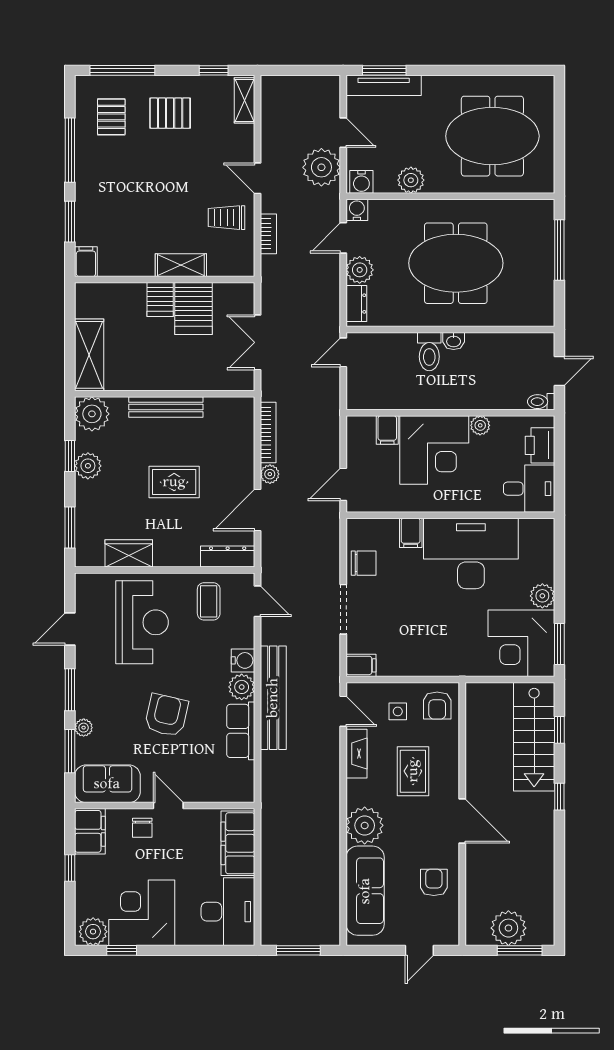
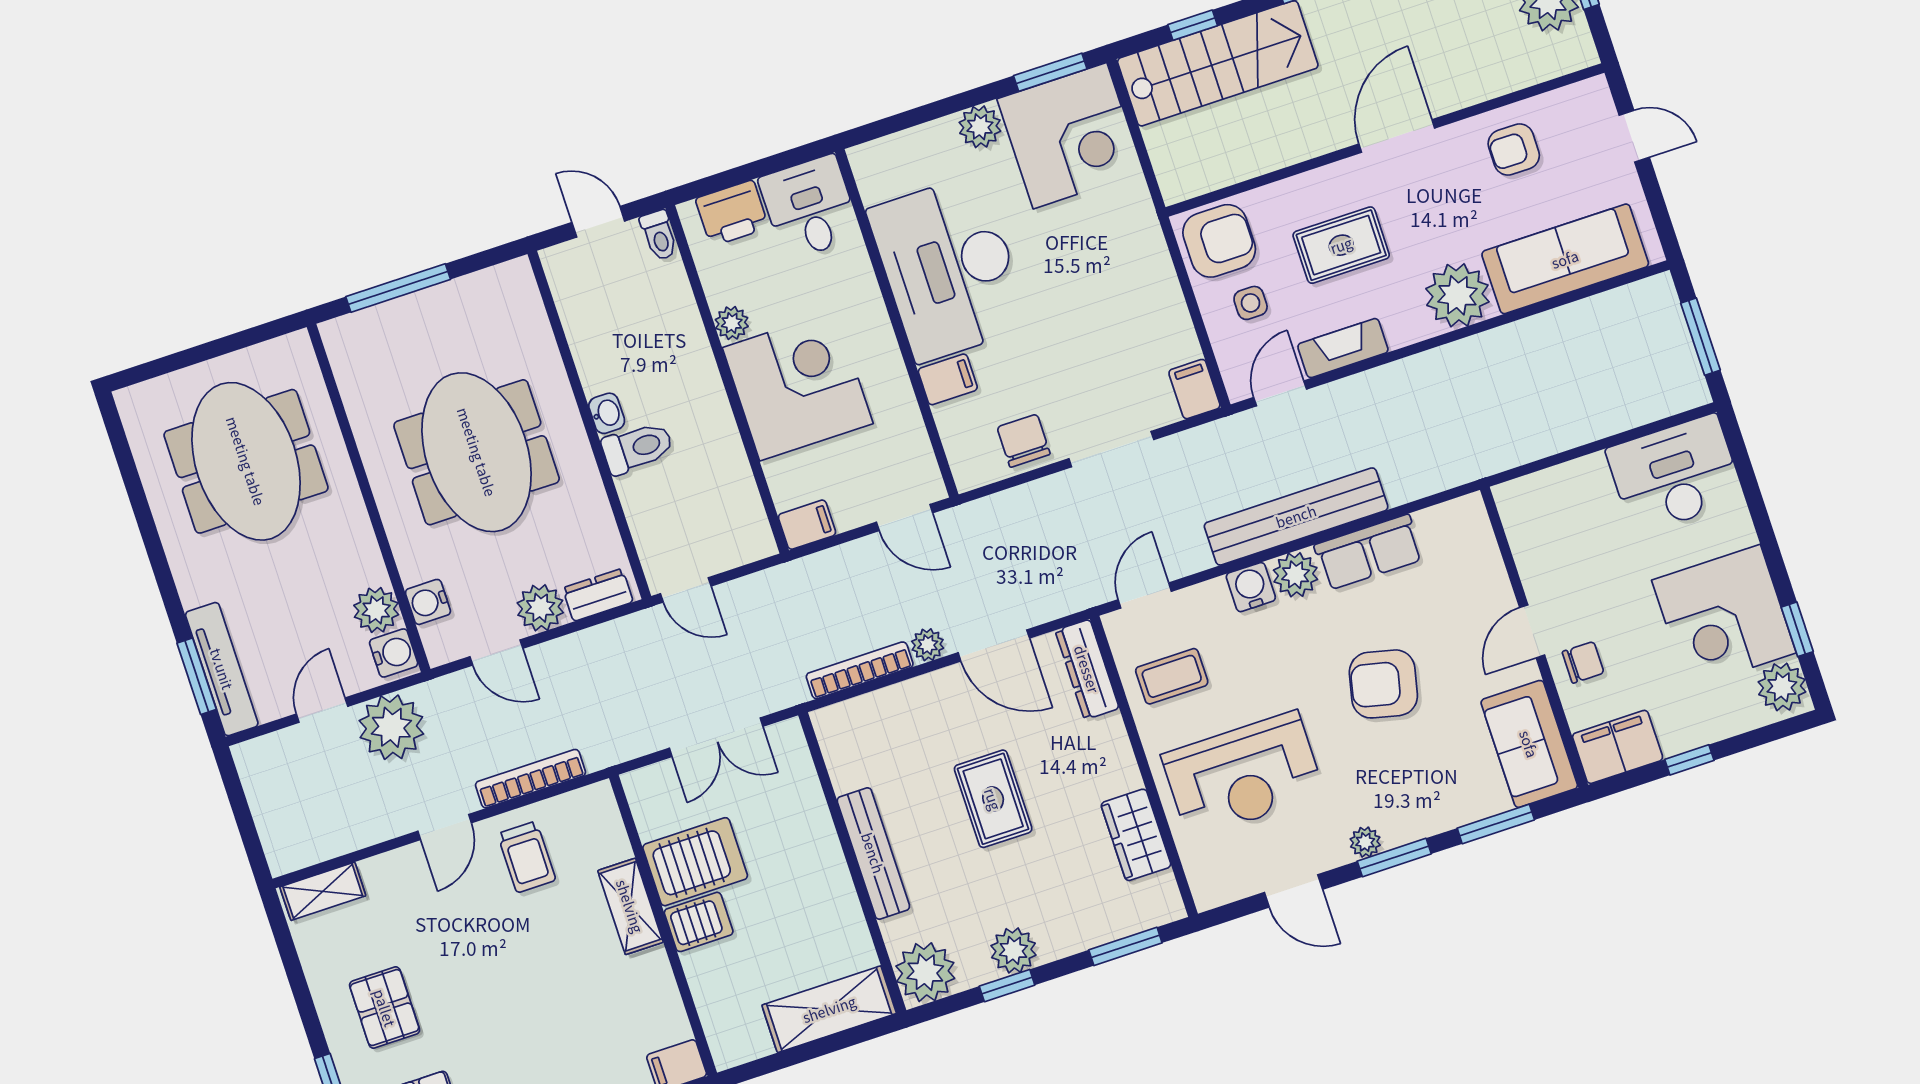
window: (214, 70) -> (290, 959), removed
plant: (411, 180) -> (376, 610), moved
water cooler: (357, 210) -> (428, 602), moved
bookcase: (268, 234) -> (530, 779), width x1.56
filing cabinet: (387, 430) -> (807, 525), moved
reception desk: (142, 622) -> (1243, 775), turned 180
armchair: (437, 706) -> (1219, 241), width x1.38, depth x1.38
plant: (84, 728) -> (1365, 842), moved
filing cabinet: (238, 843) -> (1556, 495), removed

